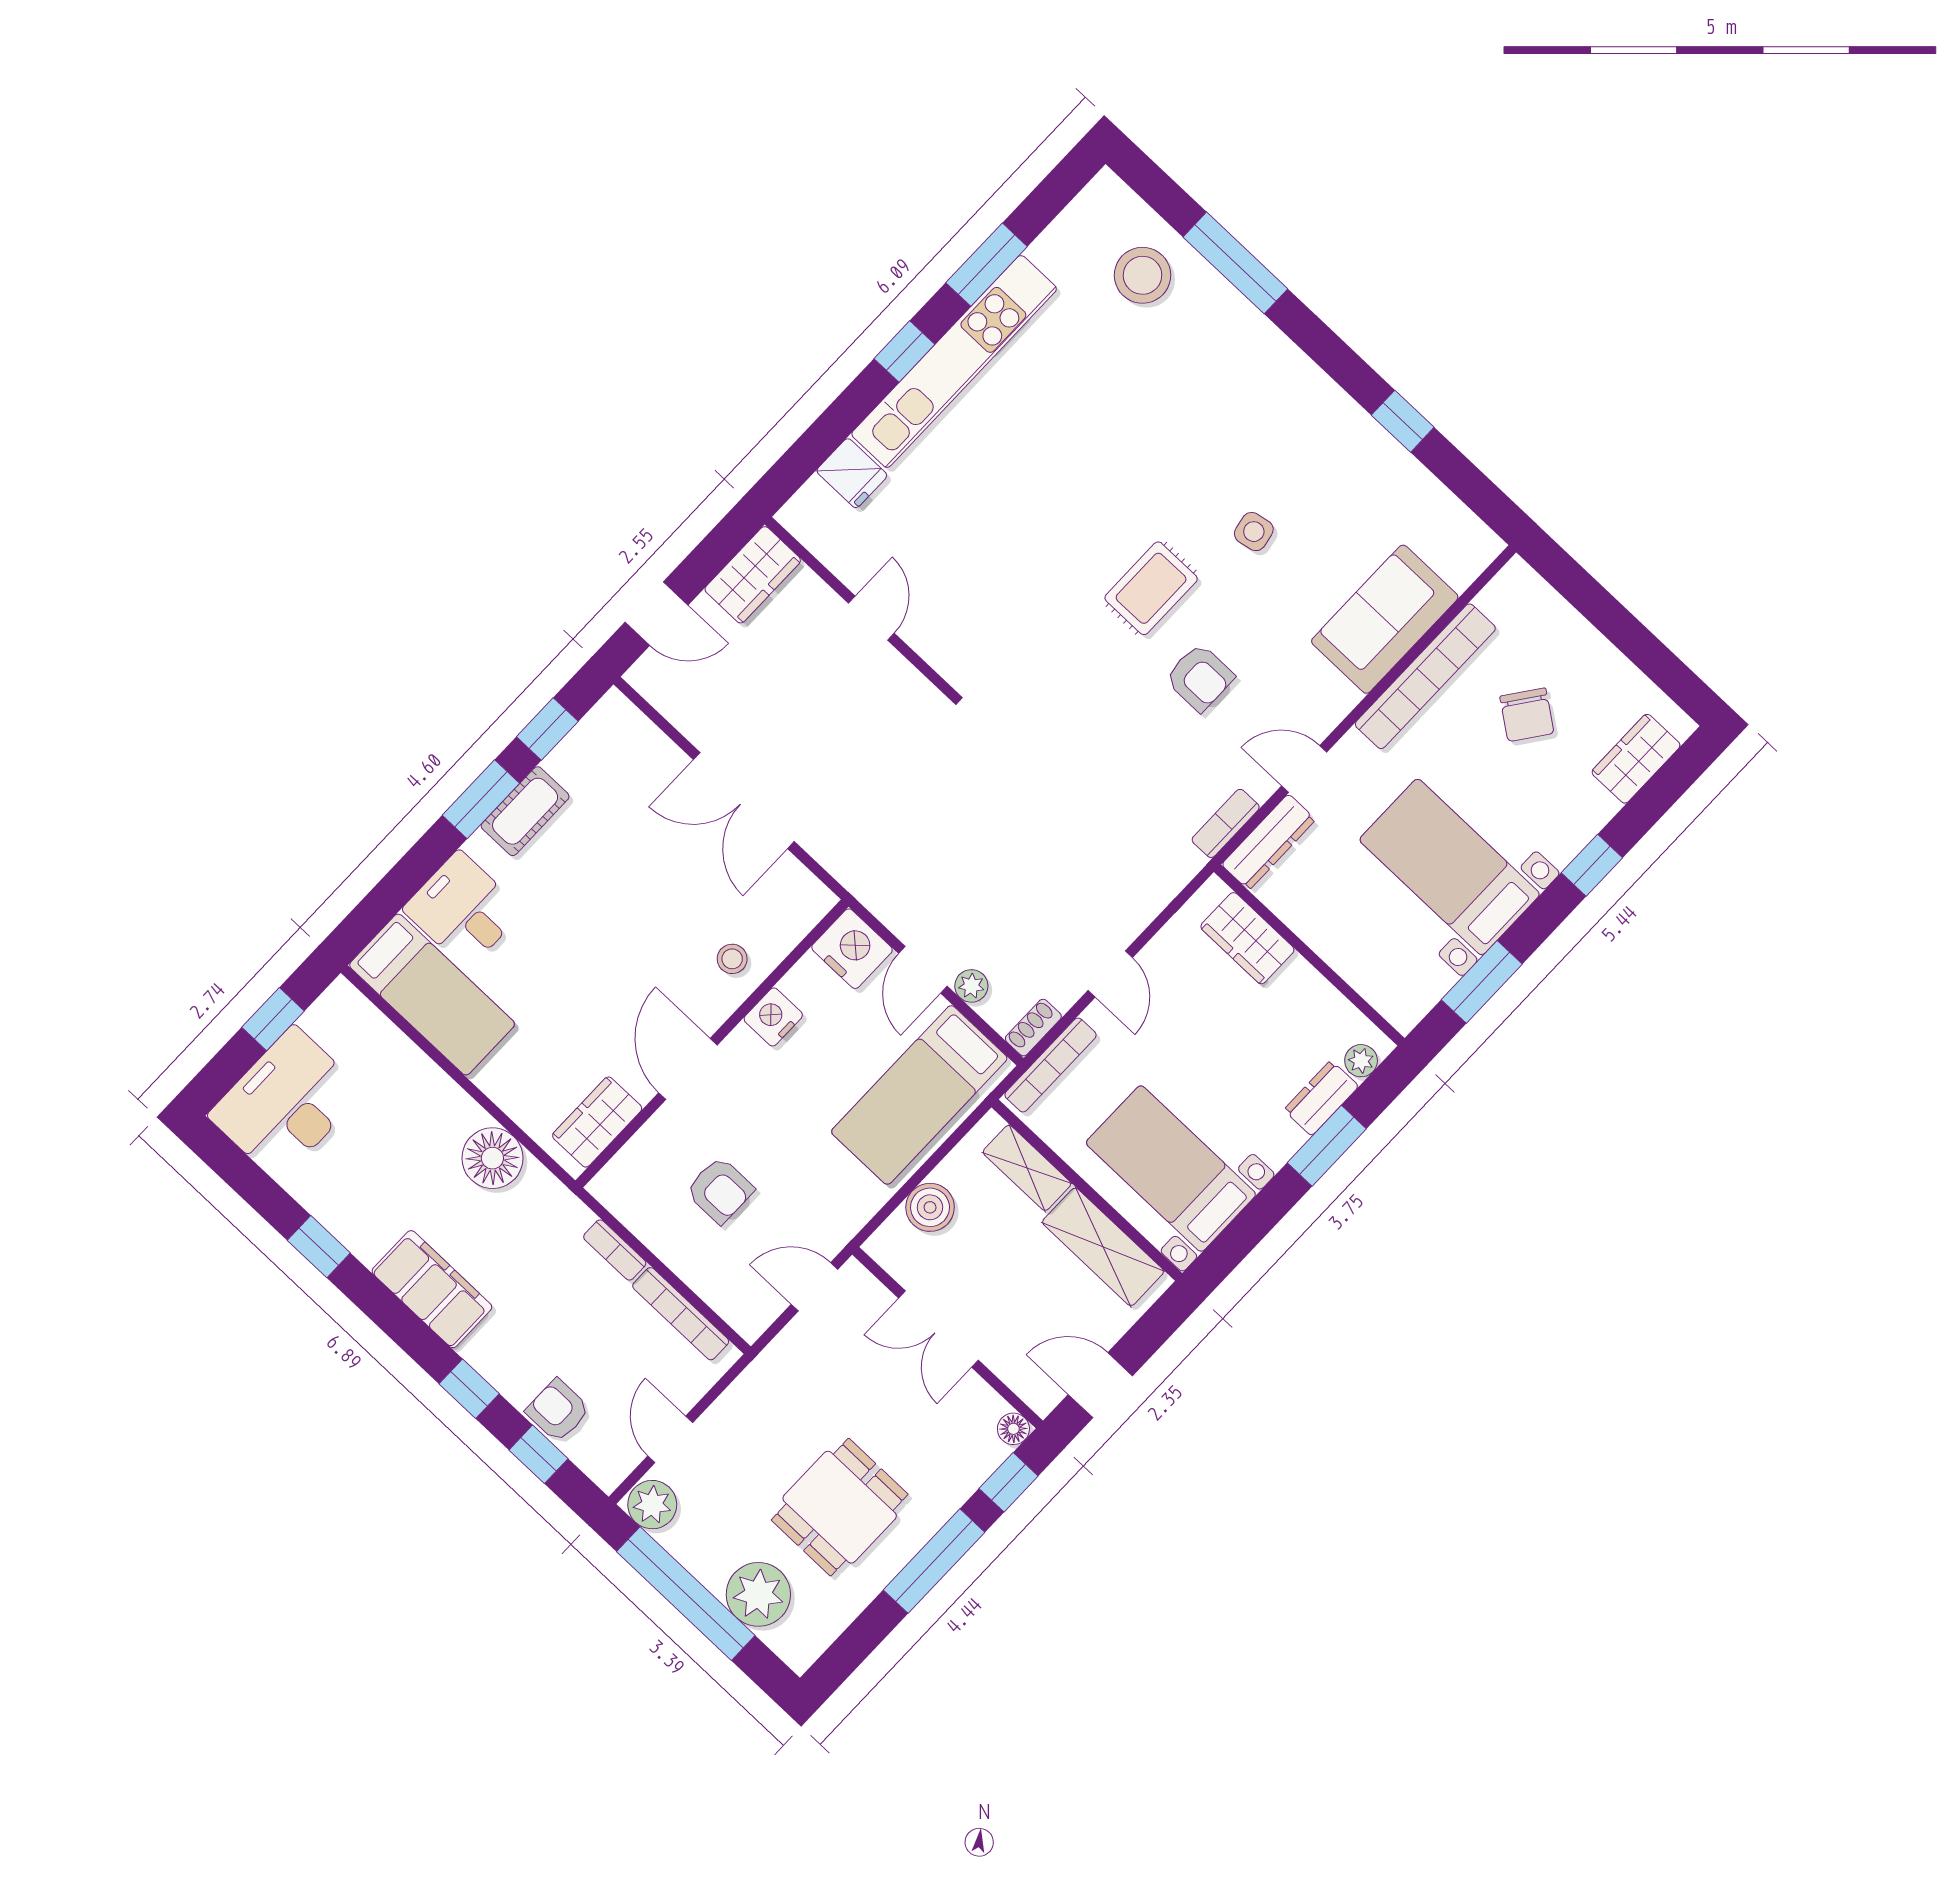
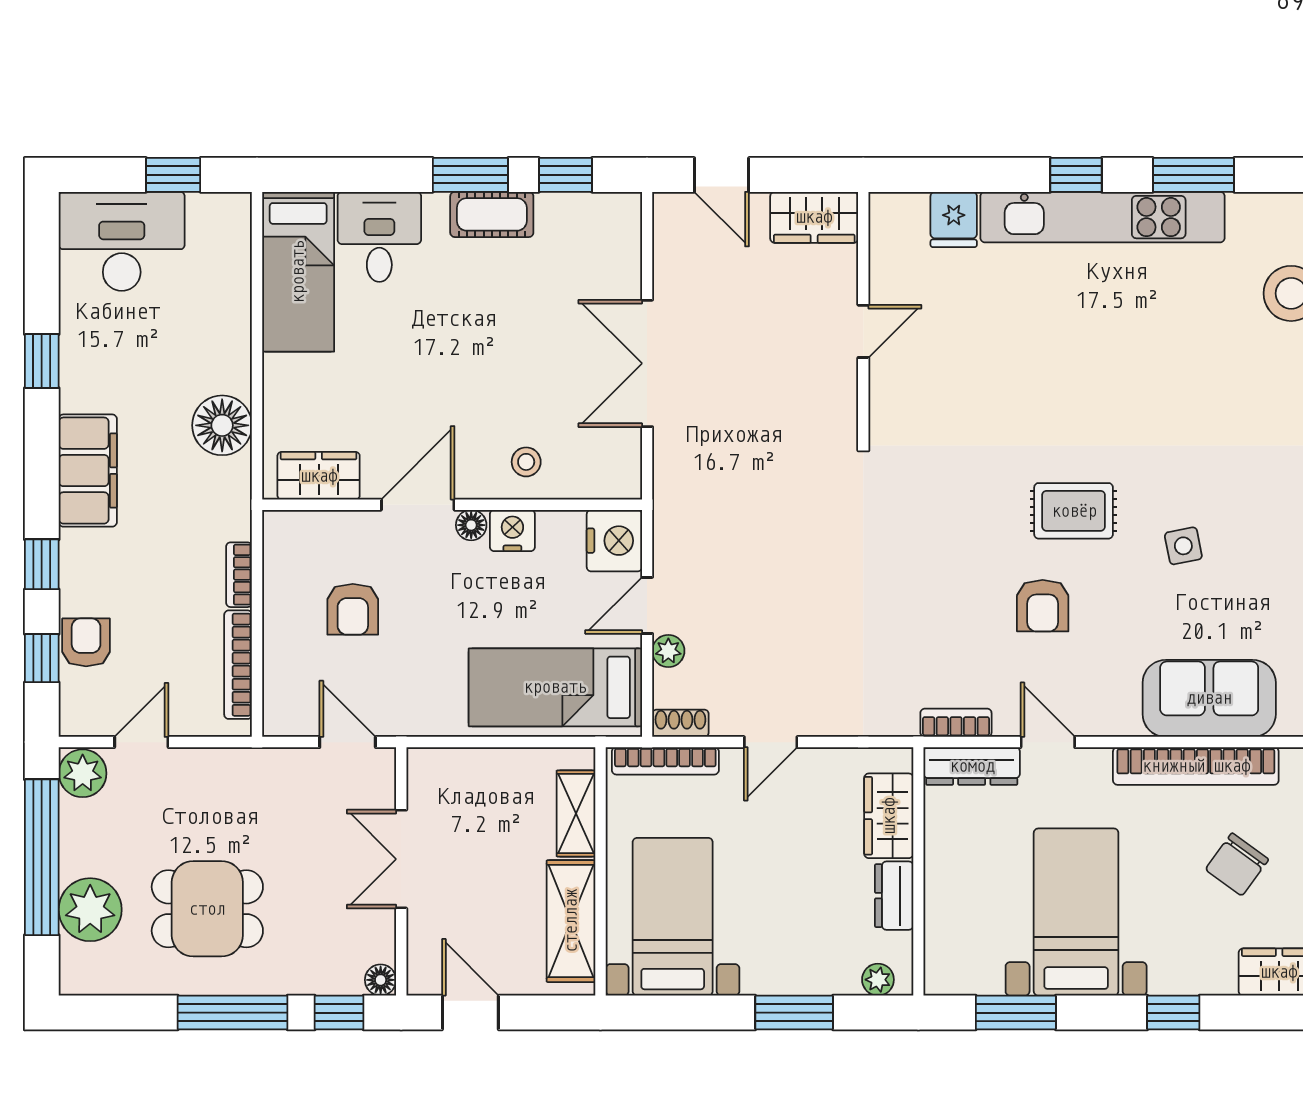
floor lamp: (740, 1044) -> (471, 525), added
dresser: (1321, 1098) -> (894, 896), moved, turned -90
boiler: (930, 1207) -> (482, 771), removed

